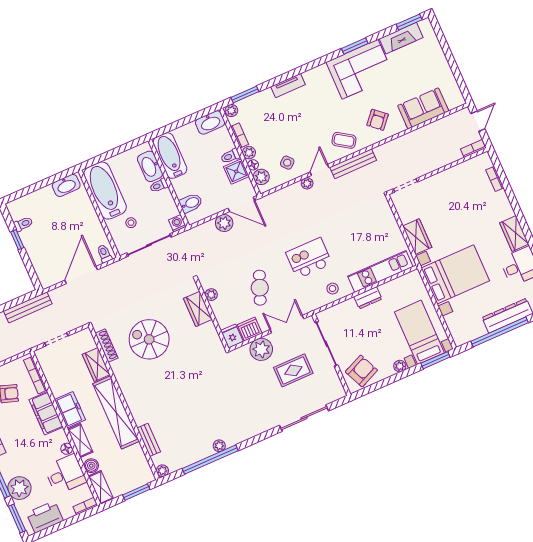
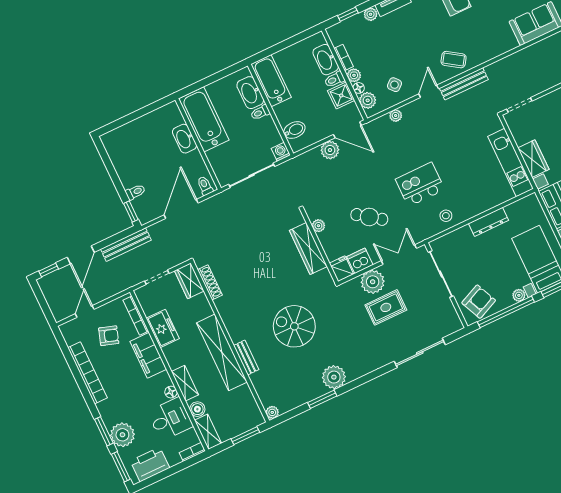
window: (245, 95) -> (348, 14), width x0.67
plant: (231, 111) -> (371, 14), moved
armchair: (378, 120) -> (488, 37), removed
washbasin: (210, 122) -> (326, 60), moved, turned 90
plant: (307, 183) -> (396, 116), moved
washbasin: (66, 185) -> (184, 139), moved, turned 90
stool: (131, 223) -> (232, 152), removed
toilet: (23, 224) -> (135, 192), moved
window: (17, 240) -> (131, 211), moved
kitchen unit: (380, 271) -> (511, 163), moved, turned -90
cafe table: (260, 288) -> (369, 217), turned -76
dresser: (368, 298) -> (489, 222), width x1.44
wardrobe: (198, 309) -> (308, 249), width x1.50
spiral stairs: (149, 339) -> (294, 326), moved
wardrobe: (96, 364) -> (189, 281), moved
rug: (293, 370) -> (386, 307), moved
window: (387, 382) -> (506, 312), added
freezer: (70, 410) -> (163, 328), moved
bench: (149, 440) -> (246, 358), moved
plant: (219, 446) -> (334, 377), width x1.88, depth x1.88
window: (210, 460) -> (322, 399), width x0.47

